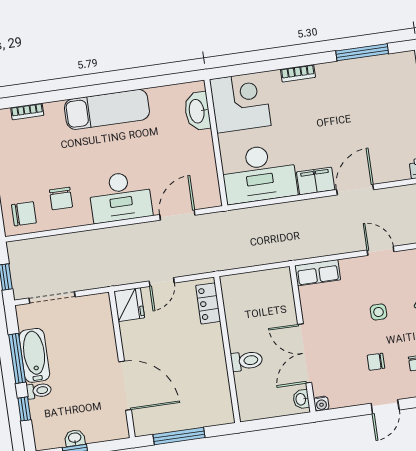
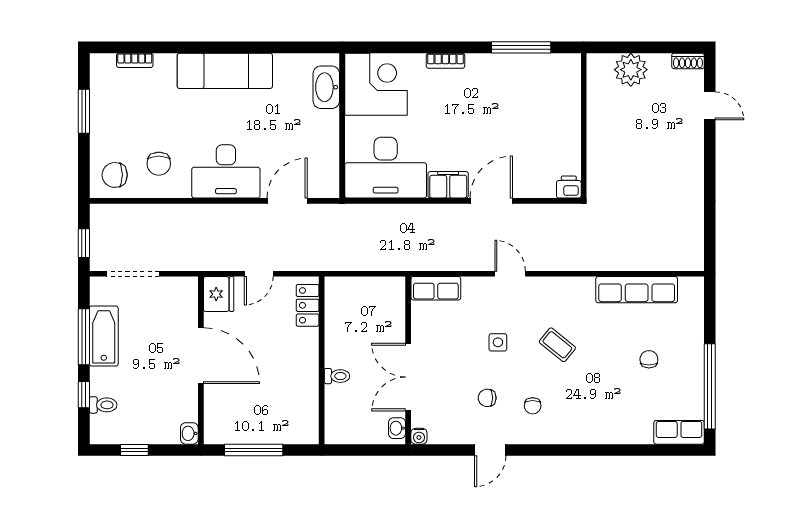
chair: (24, 214) -> (115, 175), turned 180
toilet: (247, 361) -> (337, 376), width x0.73, depth x0.72
door: (125, 386) -> (201, 356), moved
toilet: (39, 391) -> (103, 405), moved
washbasin: (75, 438) -> (189, 433), moved, turned -90

